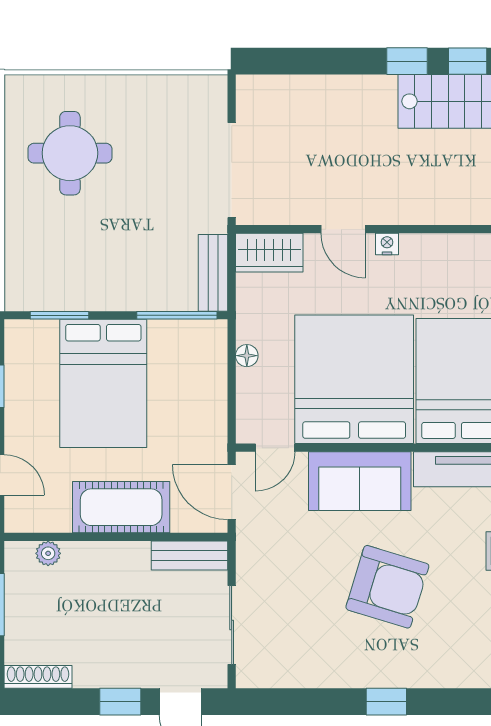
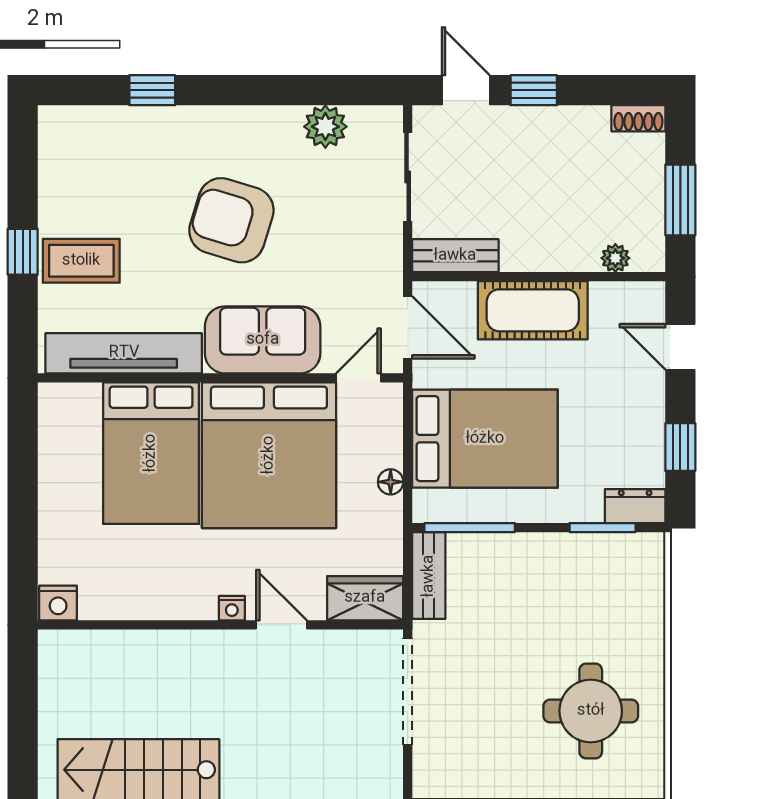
dresser: (31, 334) -> (635, 506), added
bed: (103, 383) -> (485, 439), moved, turned 90
plant: (304, 670) -> (325, 127), added
shoe rack: (38, 677) -> (638, 118), width x0.70
window: (386, 702) -> (152, 90), moved

